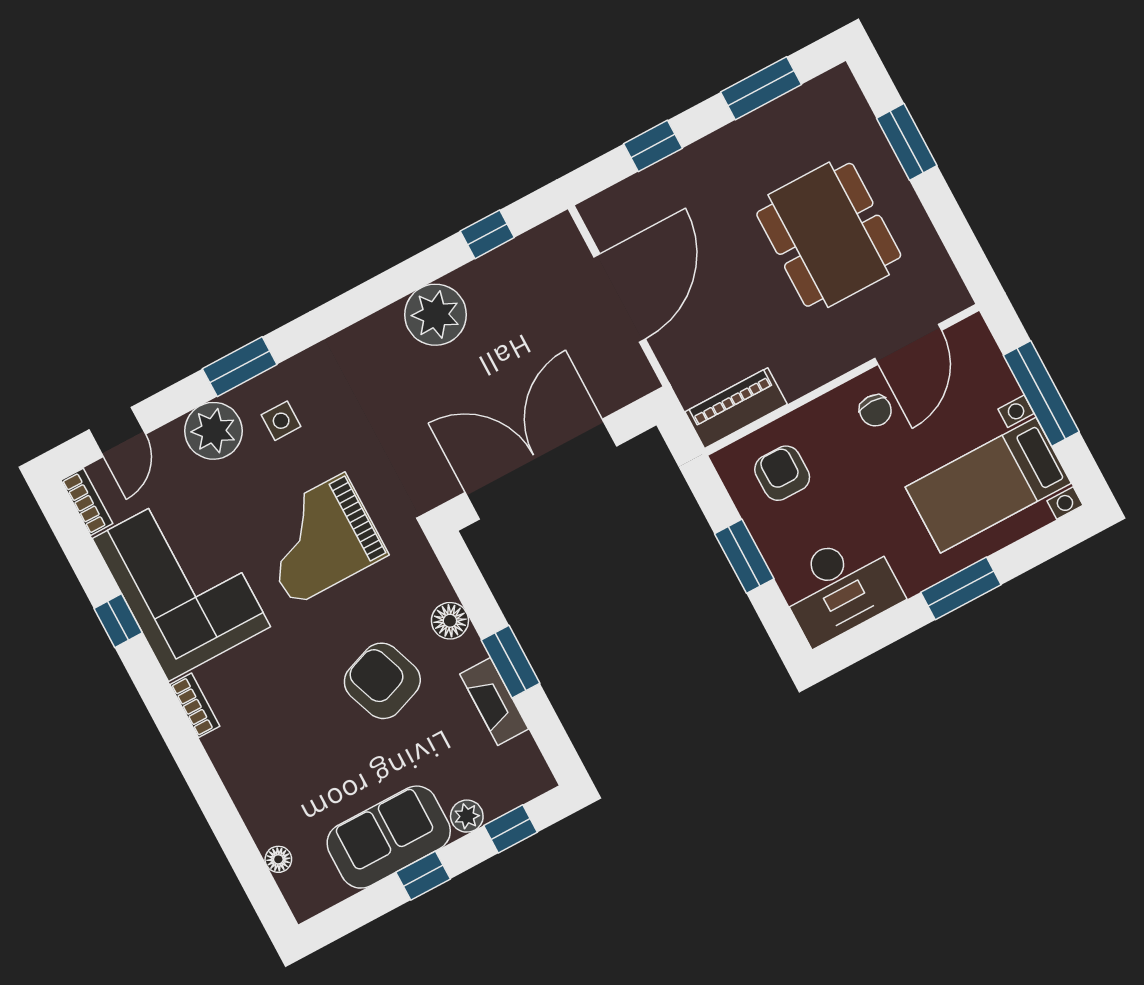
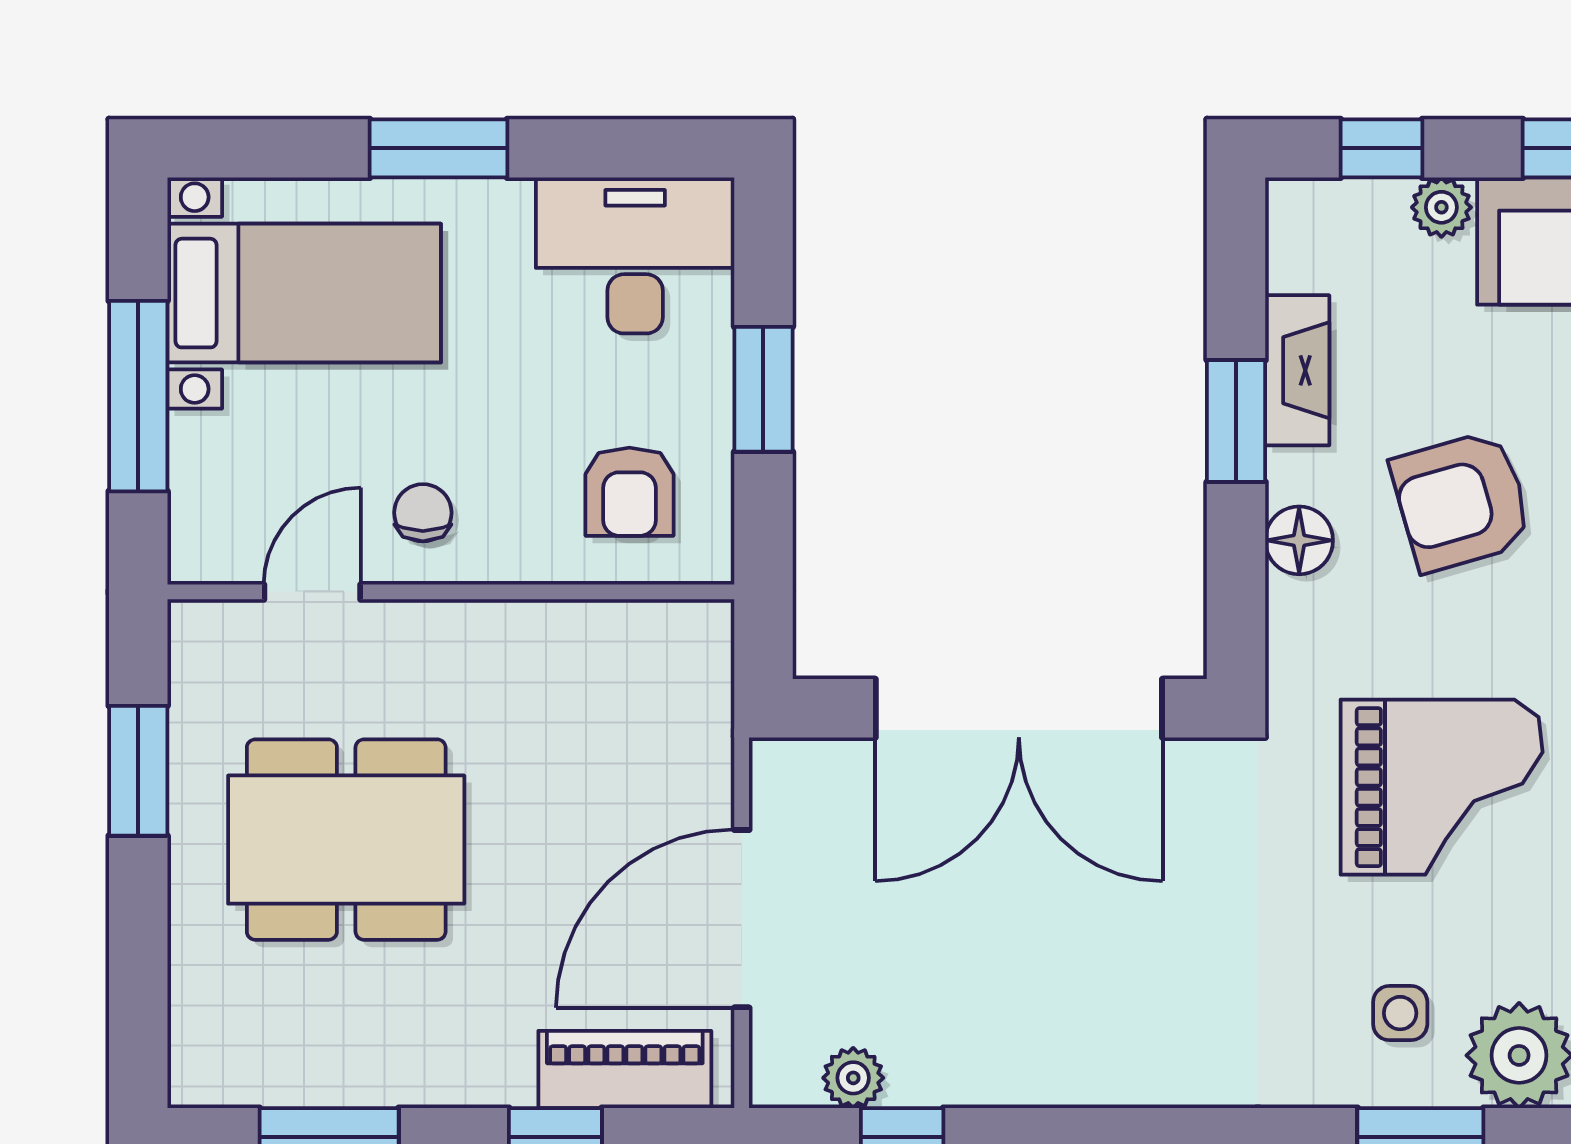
window: (907, 142) -> (138, 771), moved
dining table: (829, 235) -> (346, 840), turned 90
plant: (436, 315) -> (853, 1078), moved, width x0.53, depth x0.53
door: (908, 344) -> (312, 592), width x0.73
piano: (736, 408) -> (625, 1069), moved, turned 180
armchair: (382, 681) -> (1461, 501), turned 94

